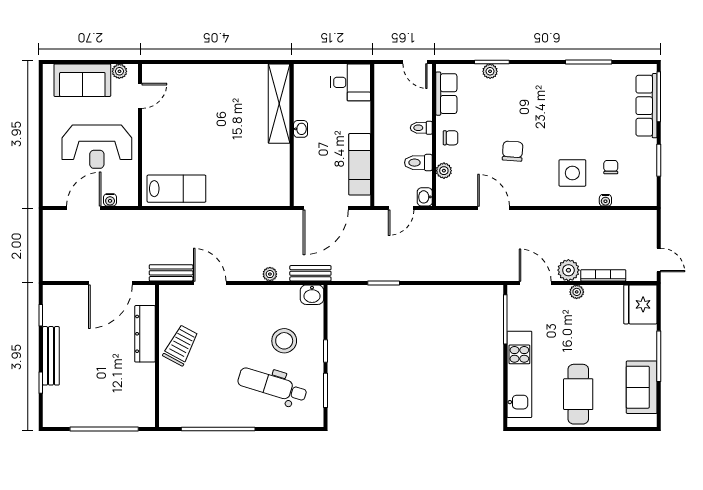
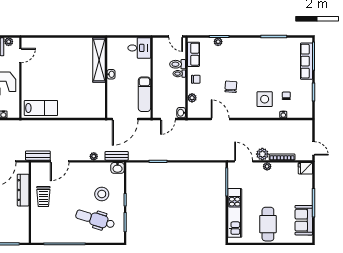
toilet: (418, 163) -> (178, 64), moved
door: (210, 283) -> (60, 161), swing flipped
fridge: (640, 304) -> (305, 168), width x0.53, depth x0.75
trolley: (181, 345) -> (43, 197), turned 152

